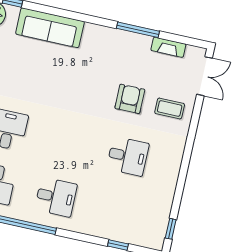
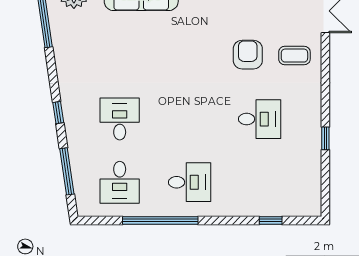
window: (171, 229) -> (325, 138), moved

